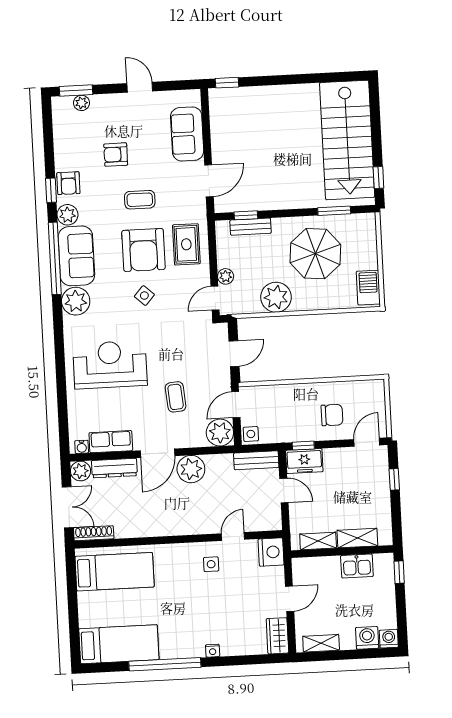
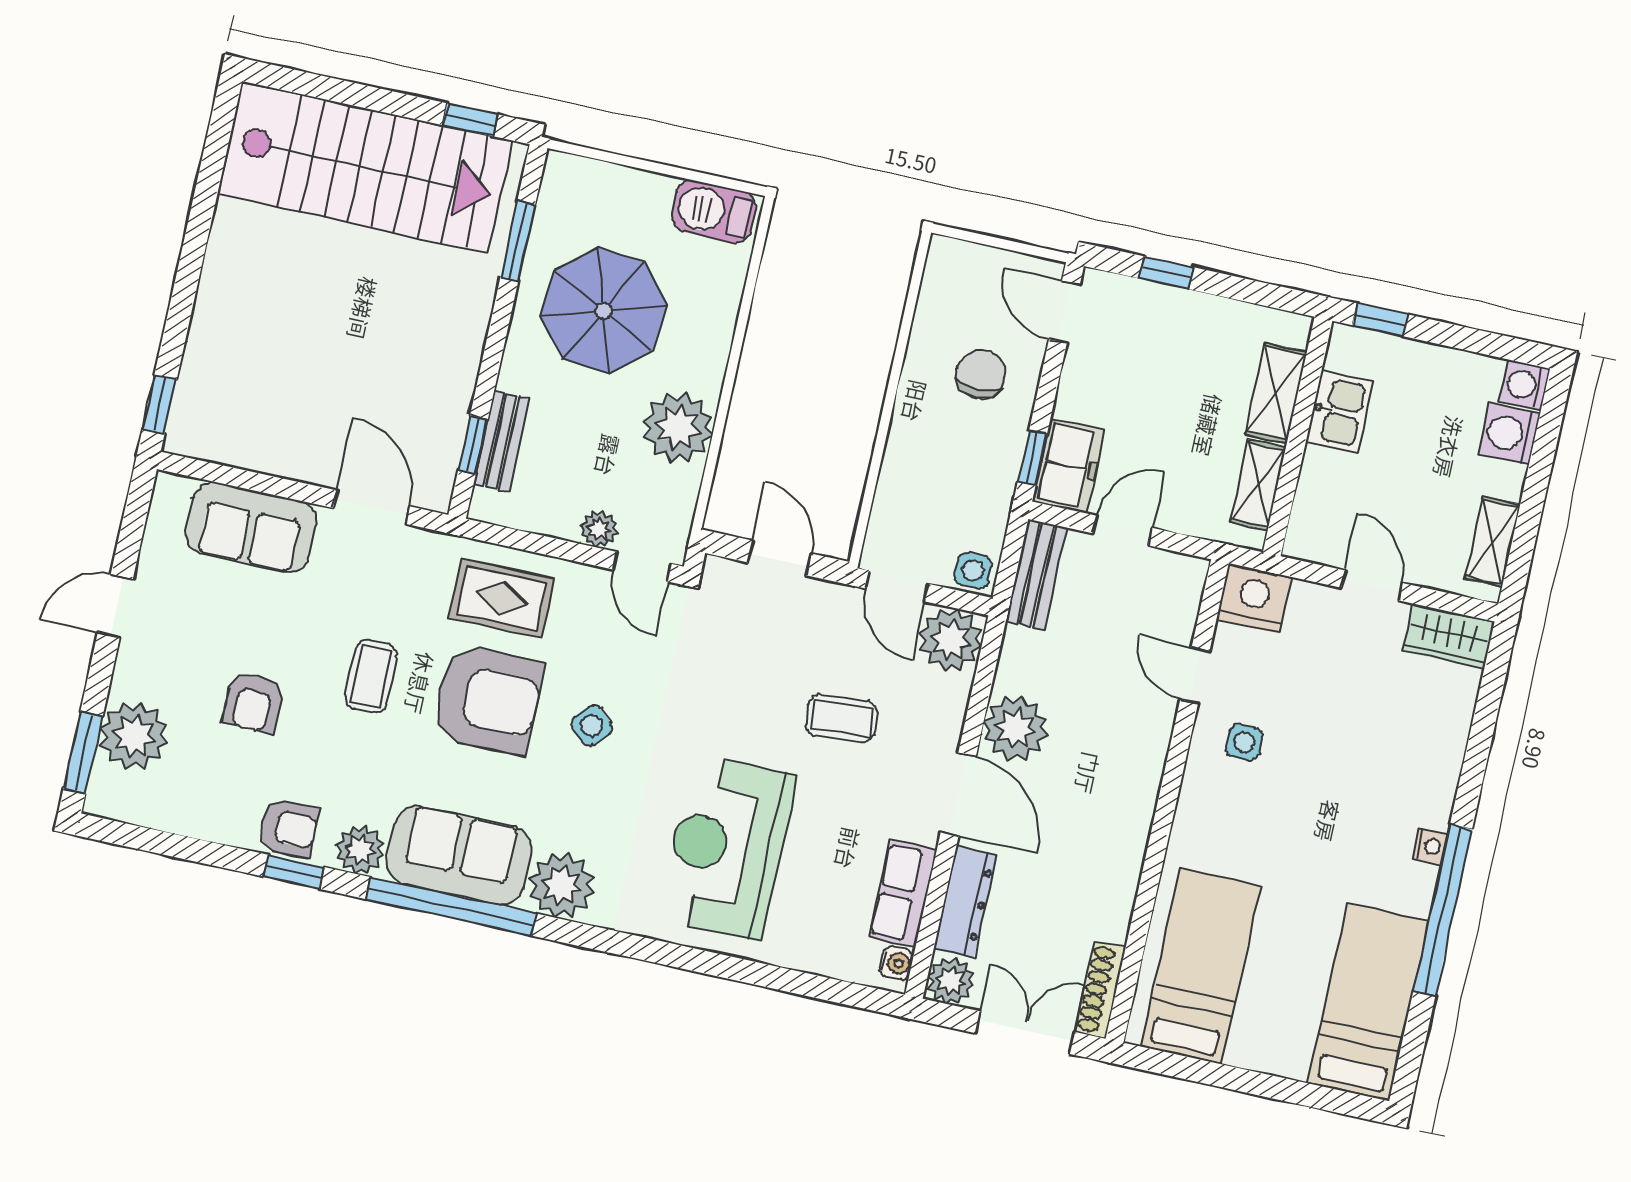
plant: (81, 103) -> (134, 736), width x1.87, depth x1.87
nightstand: (213, 651) -> (1430, 846), moved

